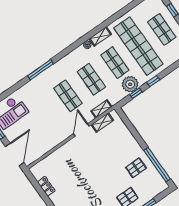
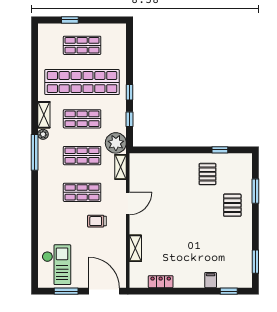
window: (41, 70) -> (35, 152), moved
plant: (130, 84) -> (116, 143), moved
trolley: (56, 118) -> (97, 221), added
shelving: (102, 122) -> (135, 248), moved
door: (81, 130) -> (128, 203), swing flipped
window: (157, 165) -> (220, 150), width x0.32

